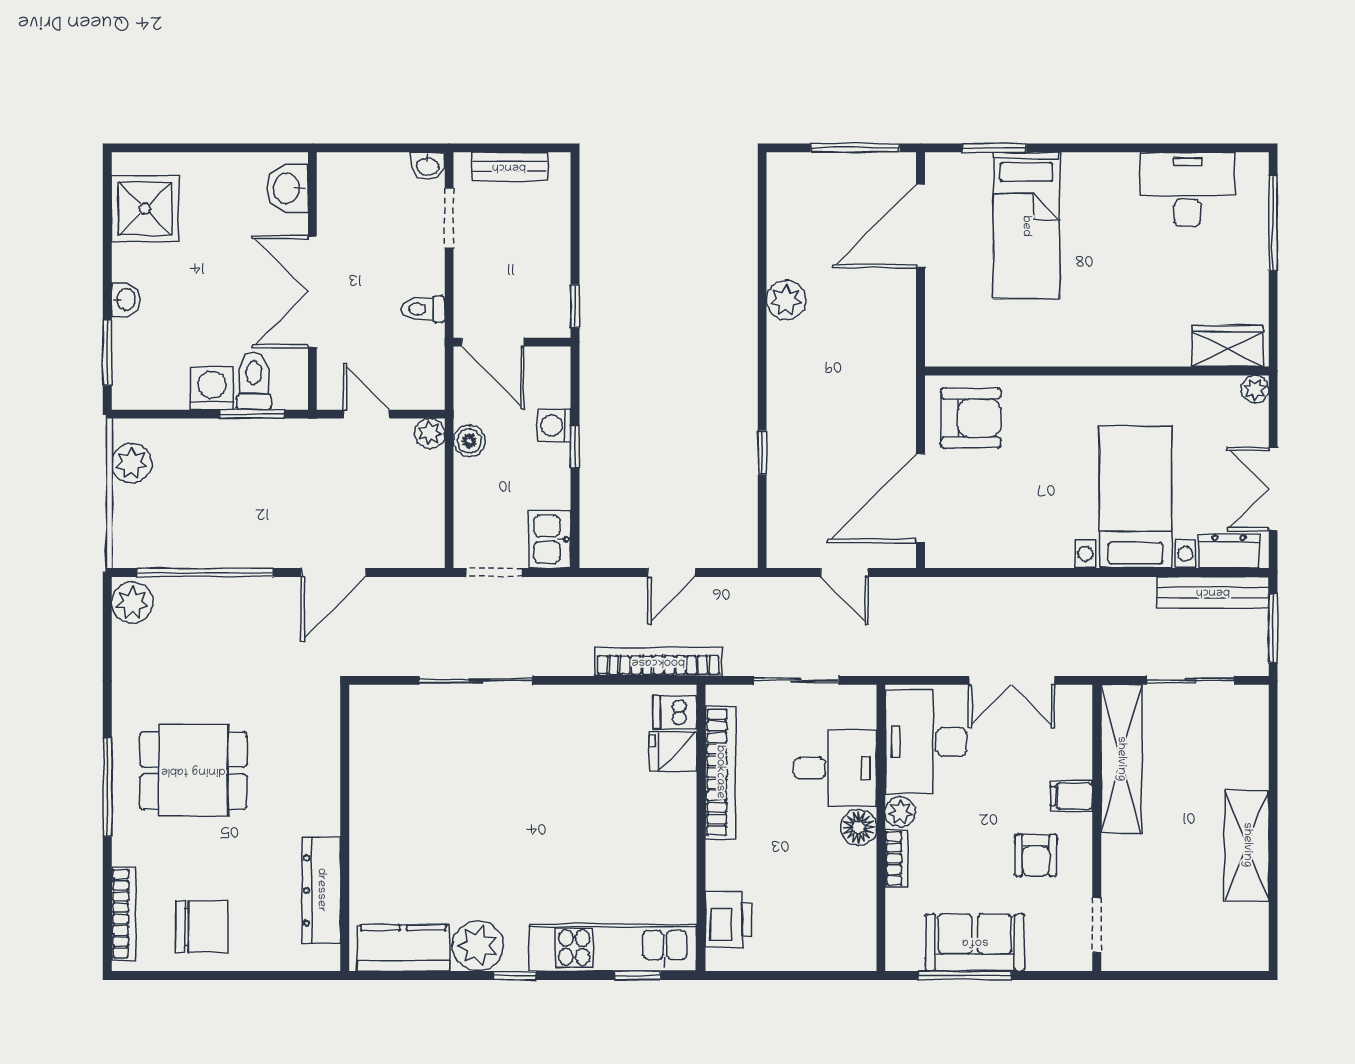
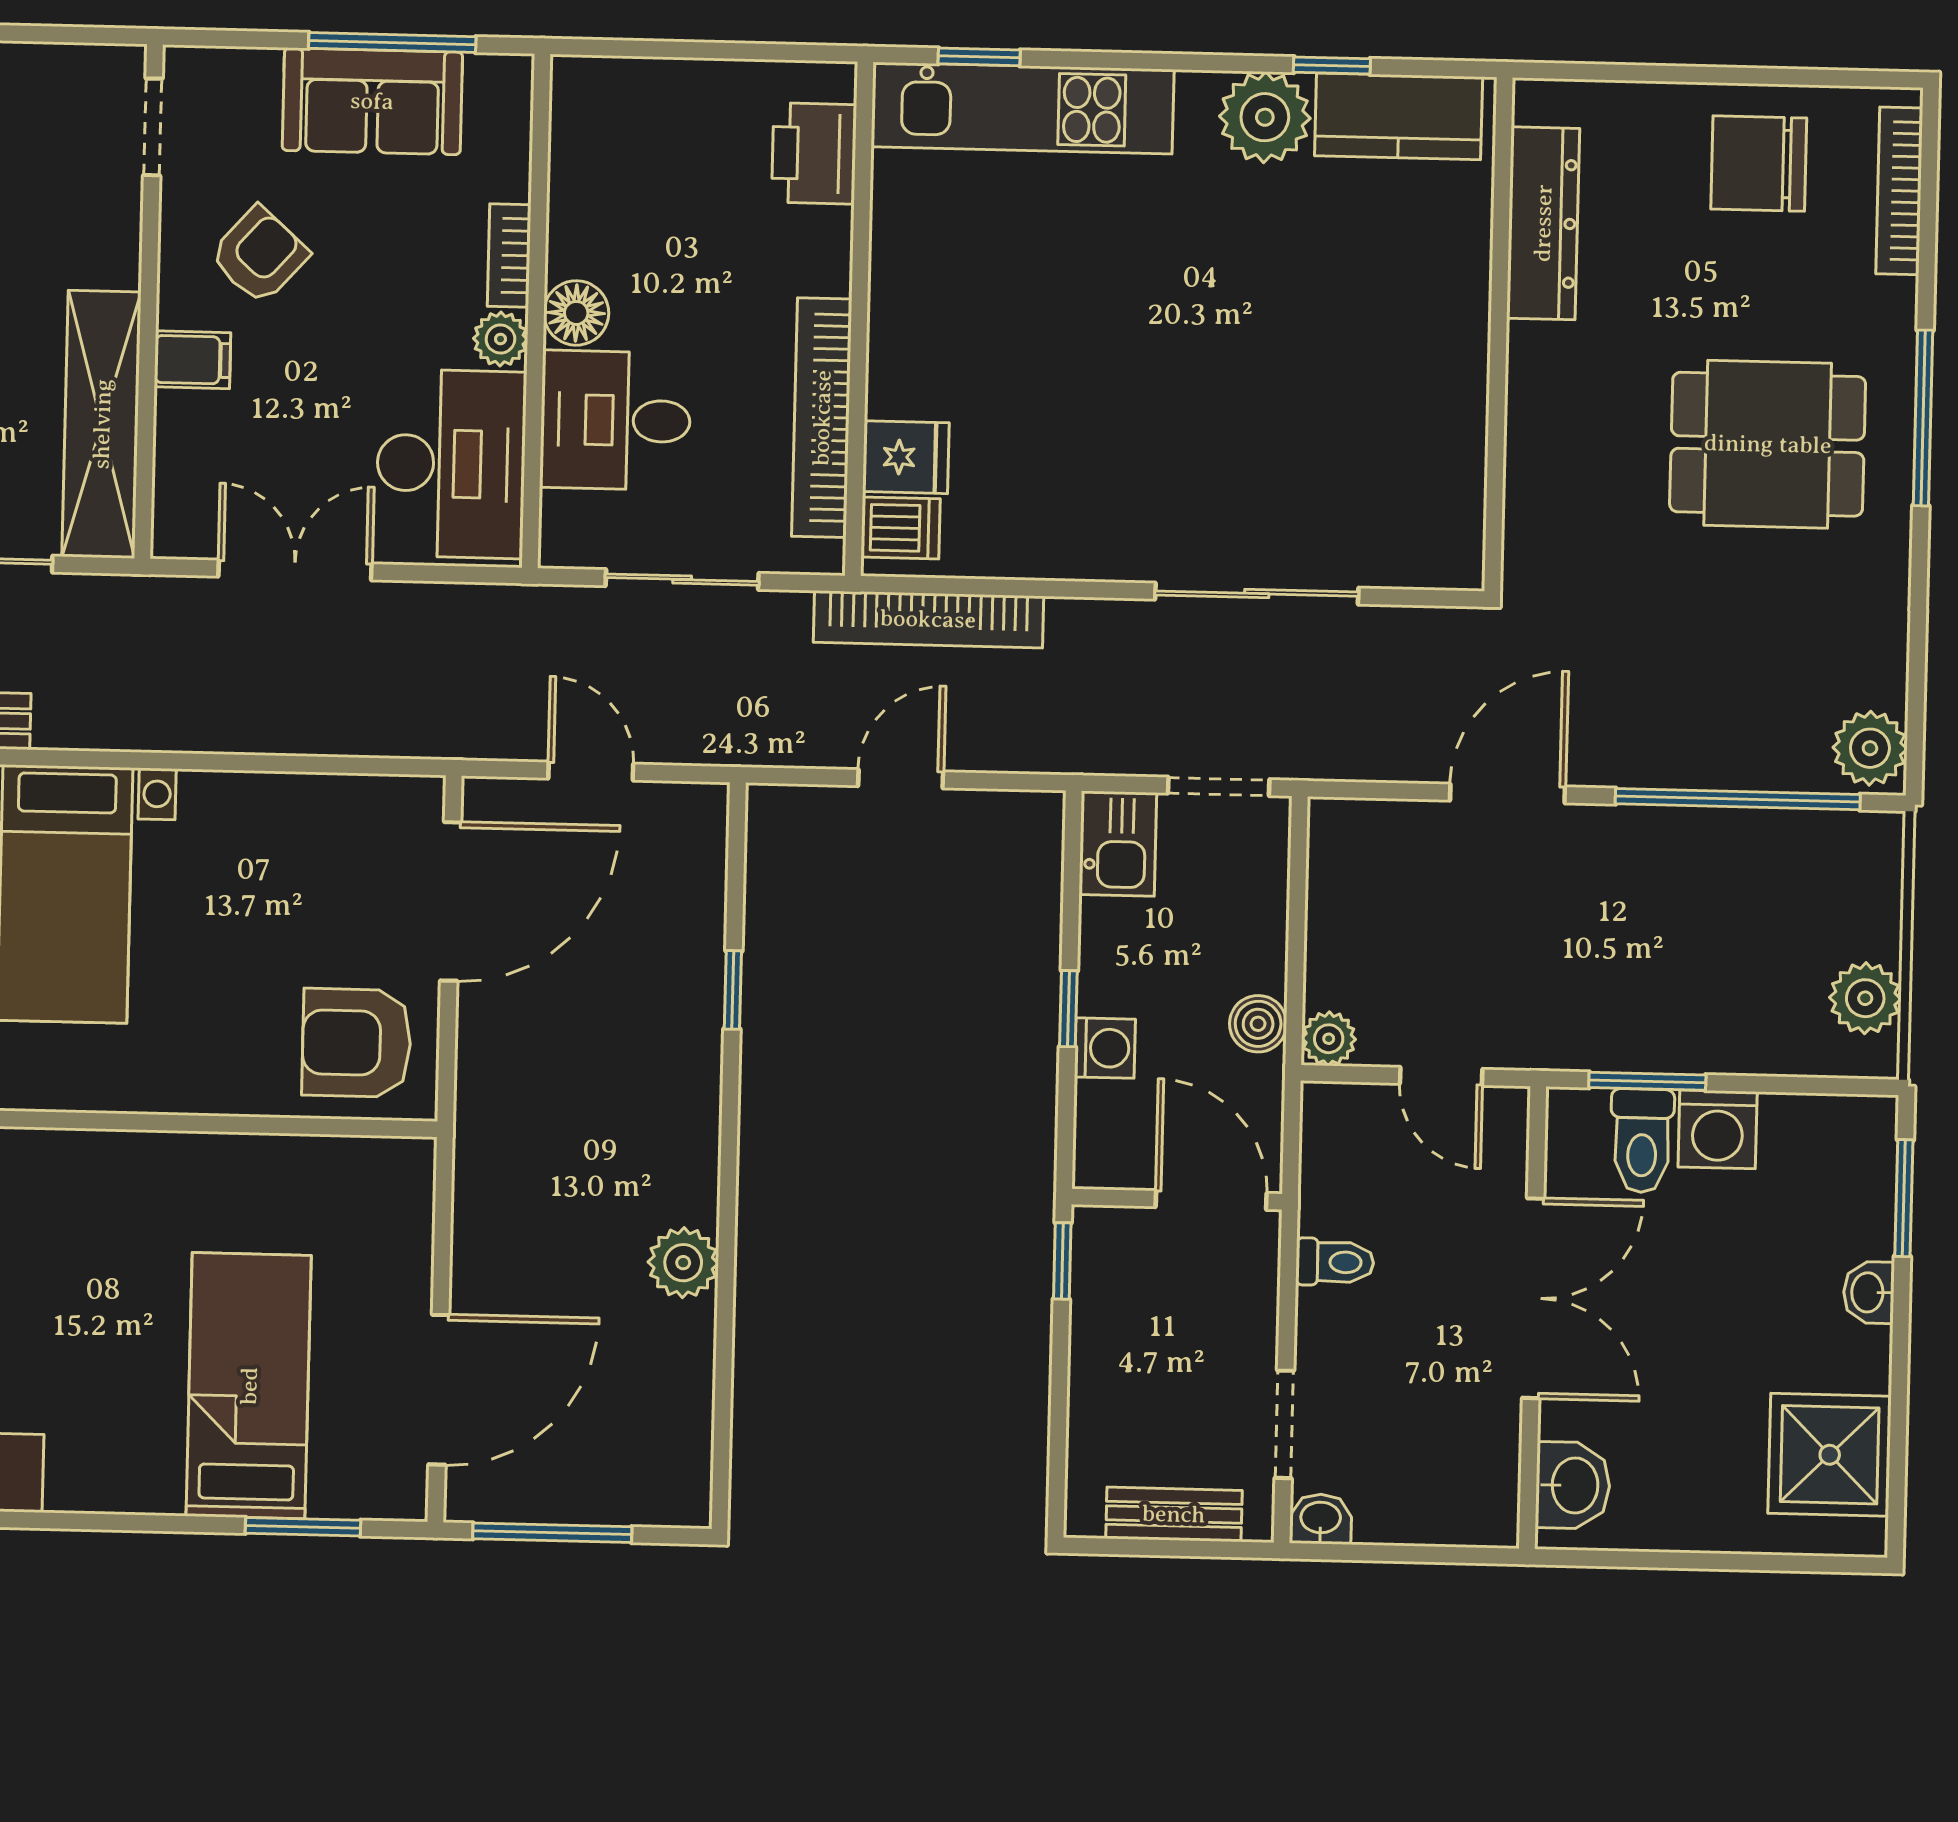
armchair: (1036, 855) -> (259, 255), turned 42
window: (515, 975) -> (1332, 65), moved

